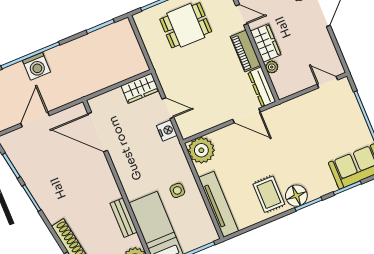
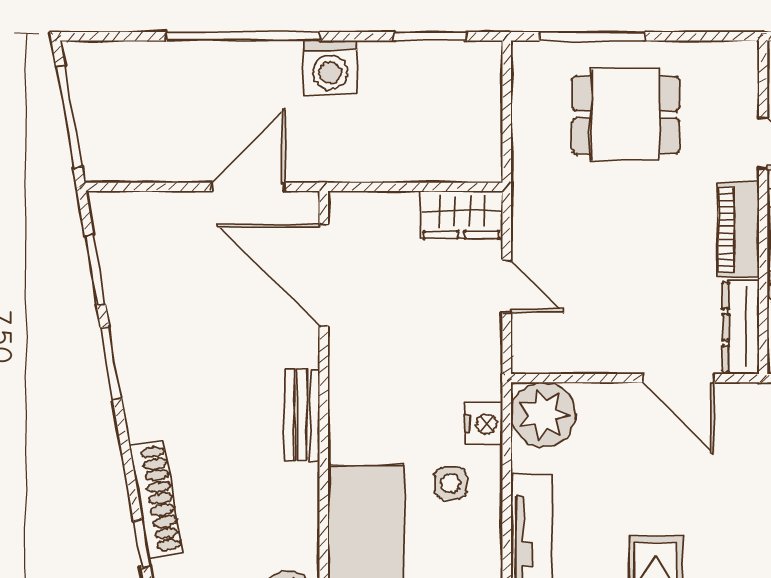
washing machine: (36, 66) -> (330, 67), moved
door: (35, 119) -> (249, 187), moved
nightstand: (167, 130) -> (483, 424), moved
bench: (124, 218) -> (302, 415), moved

